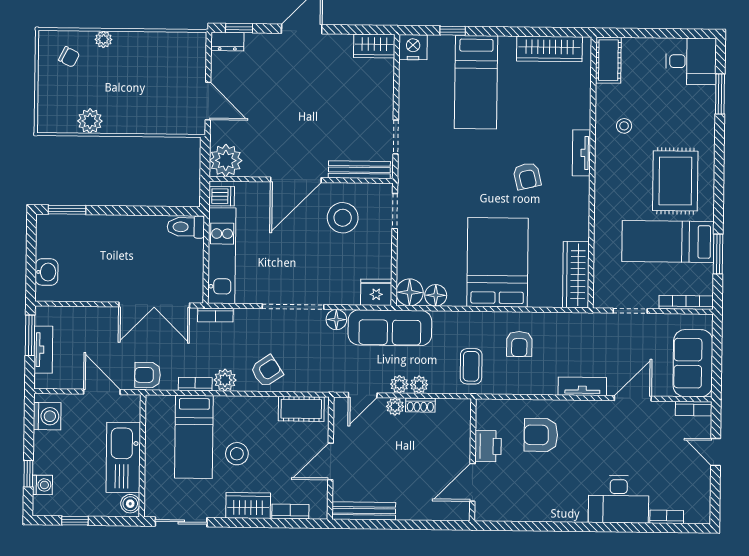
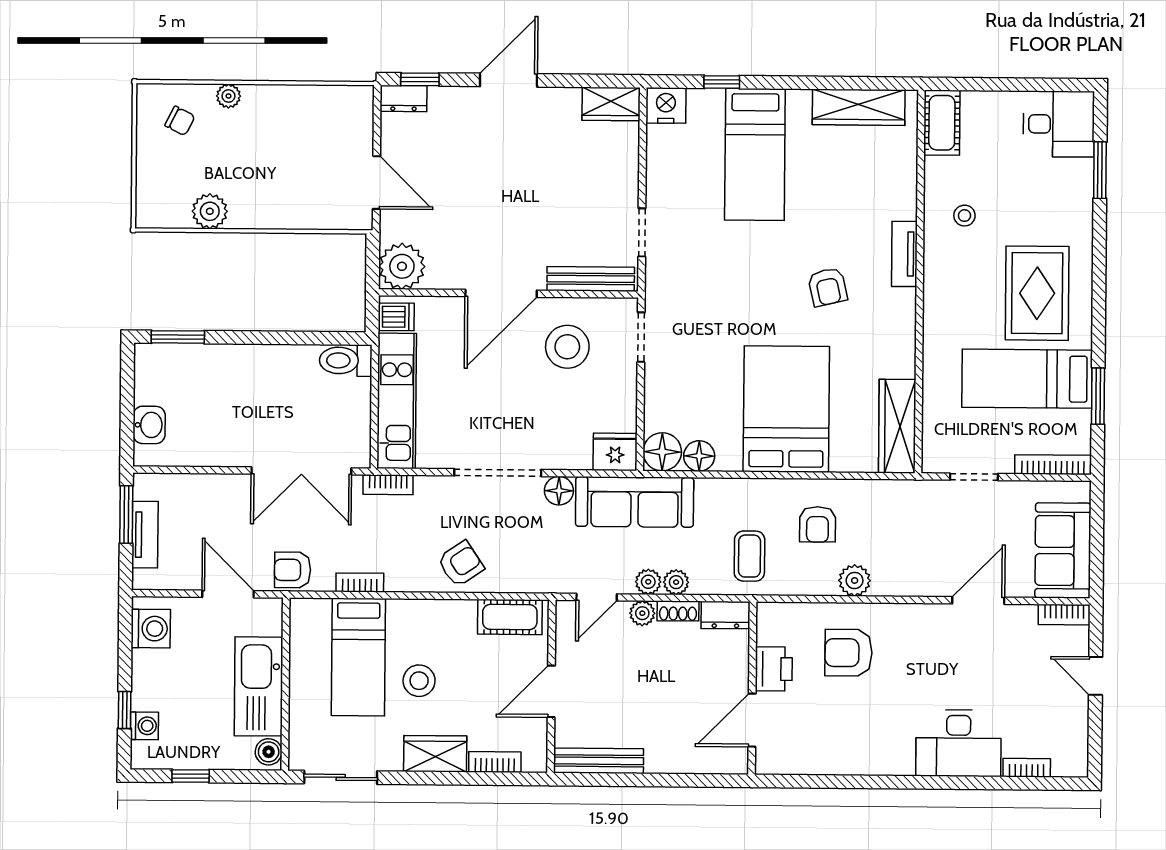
plant: (225, 380) -> (855, 580), moved
tv unit: (582, 386) -> (907, 584), removed
dresser: (454, 408) -> (725, 615), added

